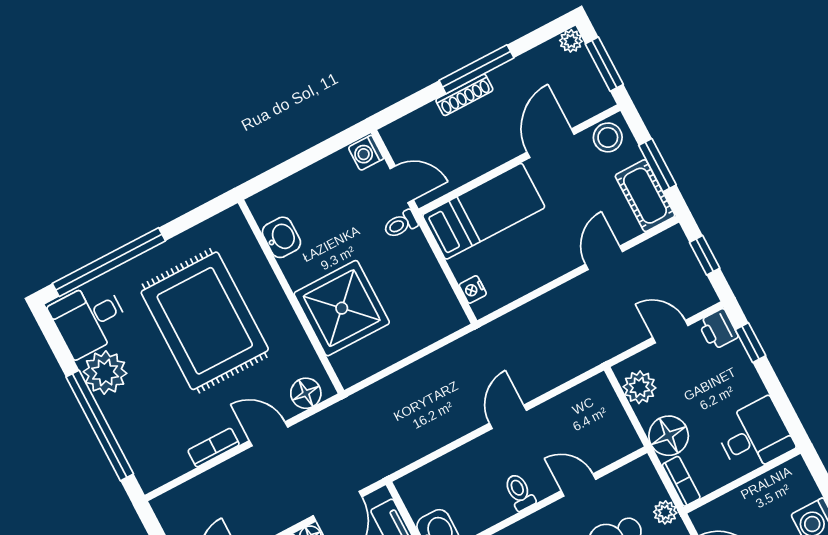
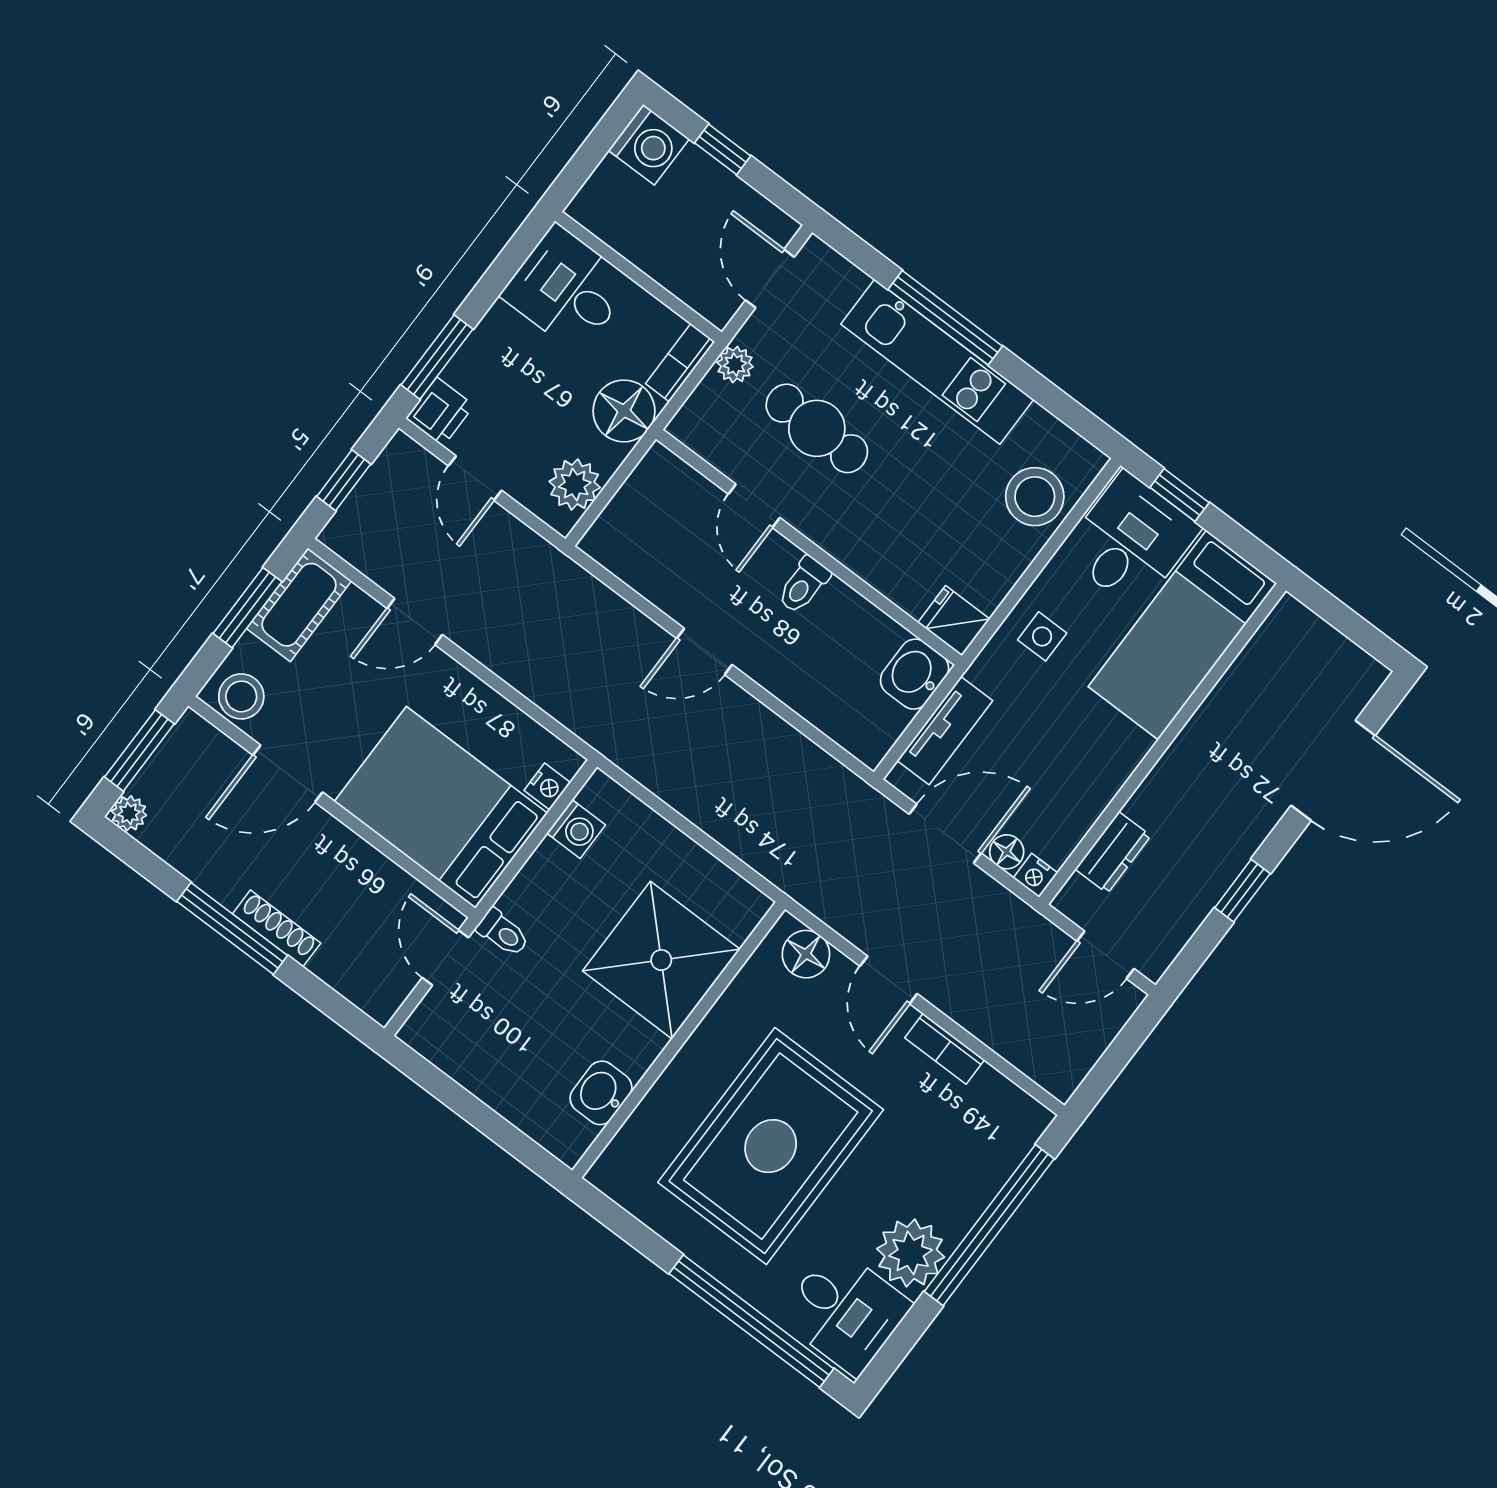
washing machine: (366, 153) -> (576, 829), moved
bed: (484, 211) -> (441, 807), width x1.50
window: (750, 343) -> (437, 357), width x1.50

